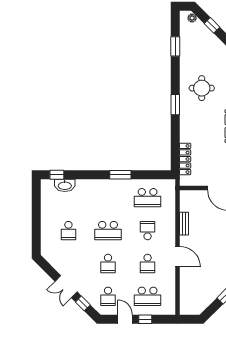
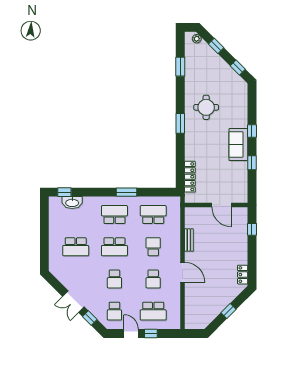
school desk: (108, 198) -> (114, 215), added
school desk: (148, 198) -> (153, 215), turned 180
school desk: (68, 231) -> (76, 247), width x1.85

